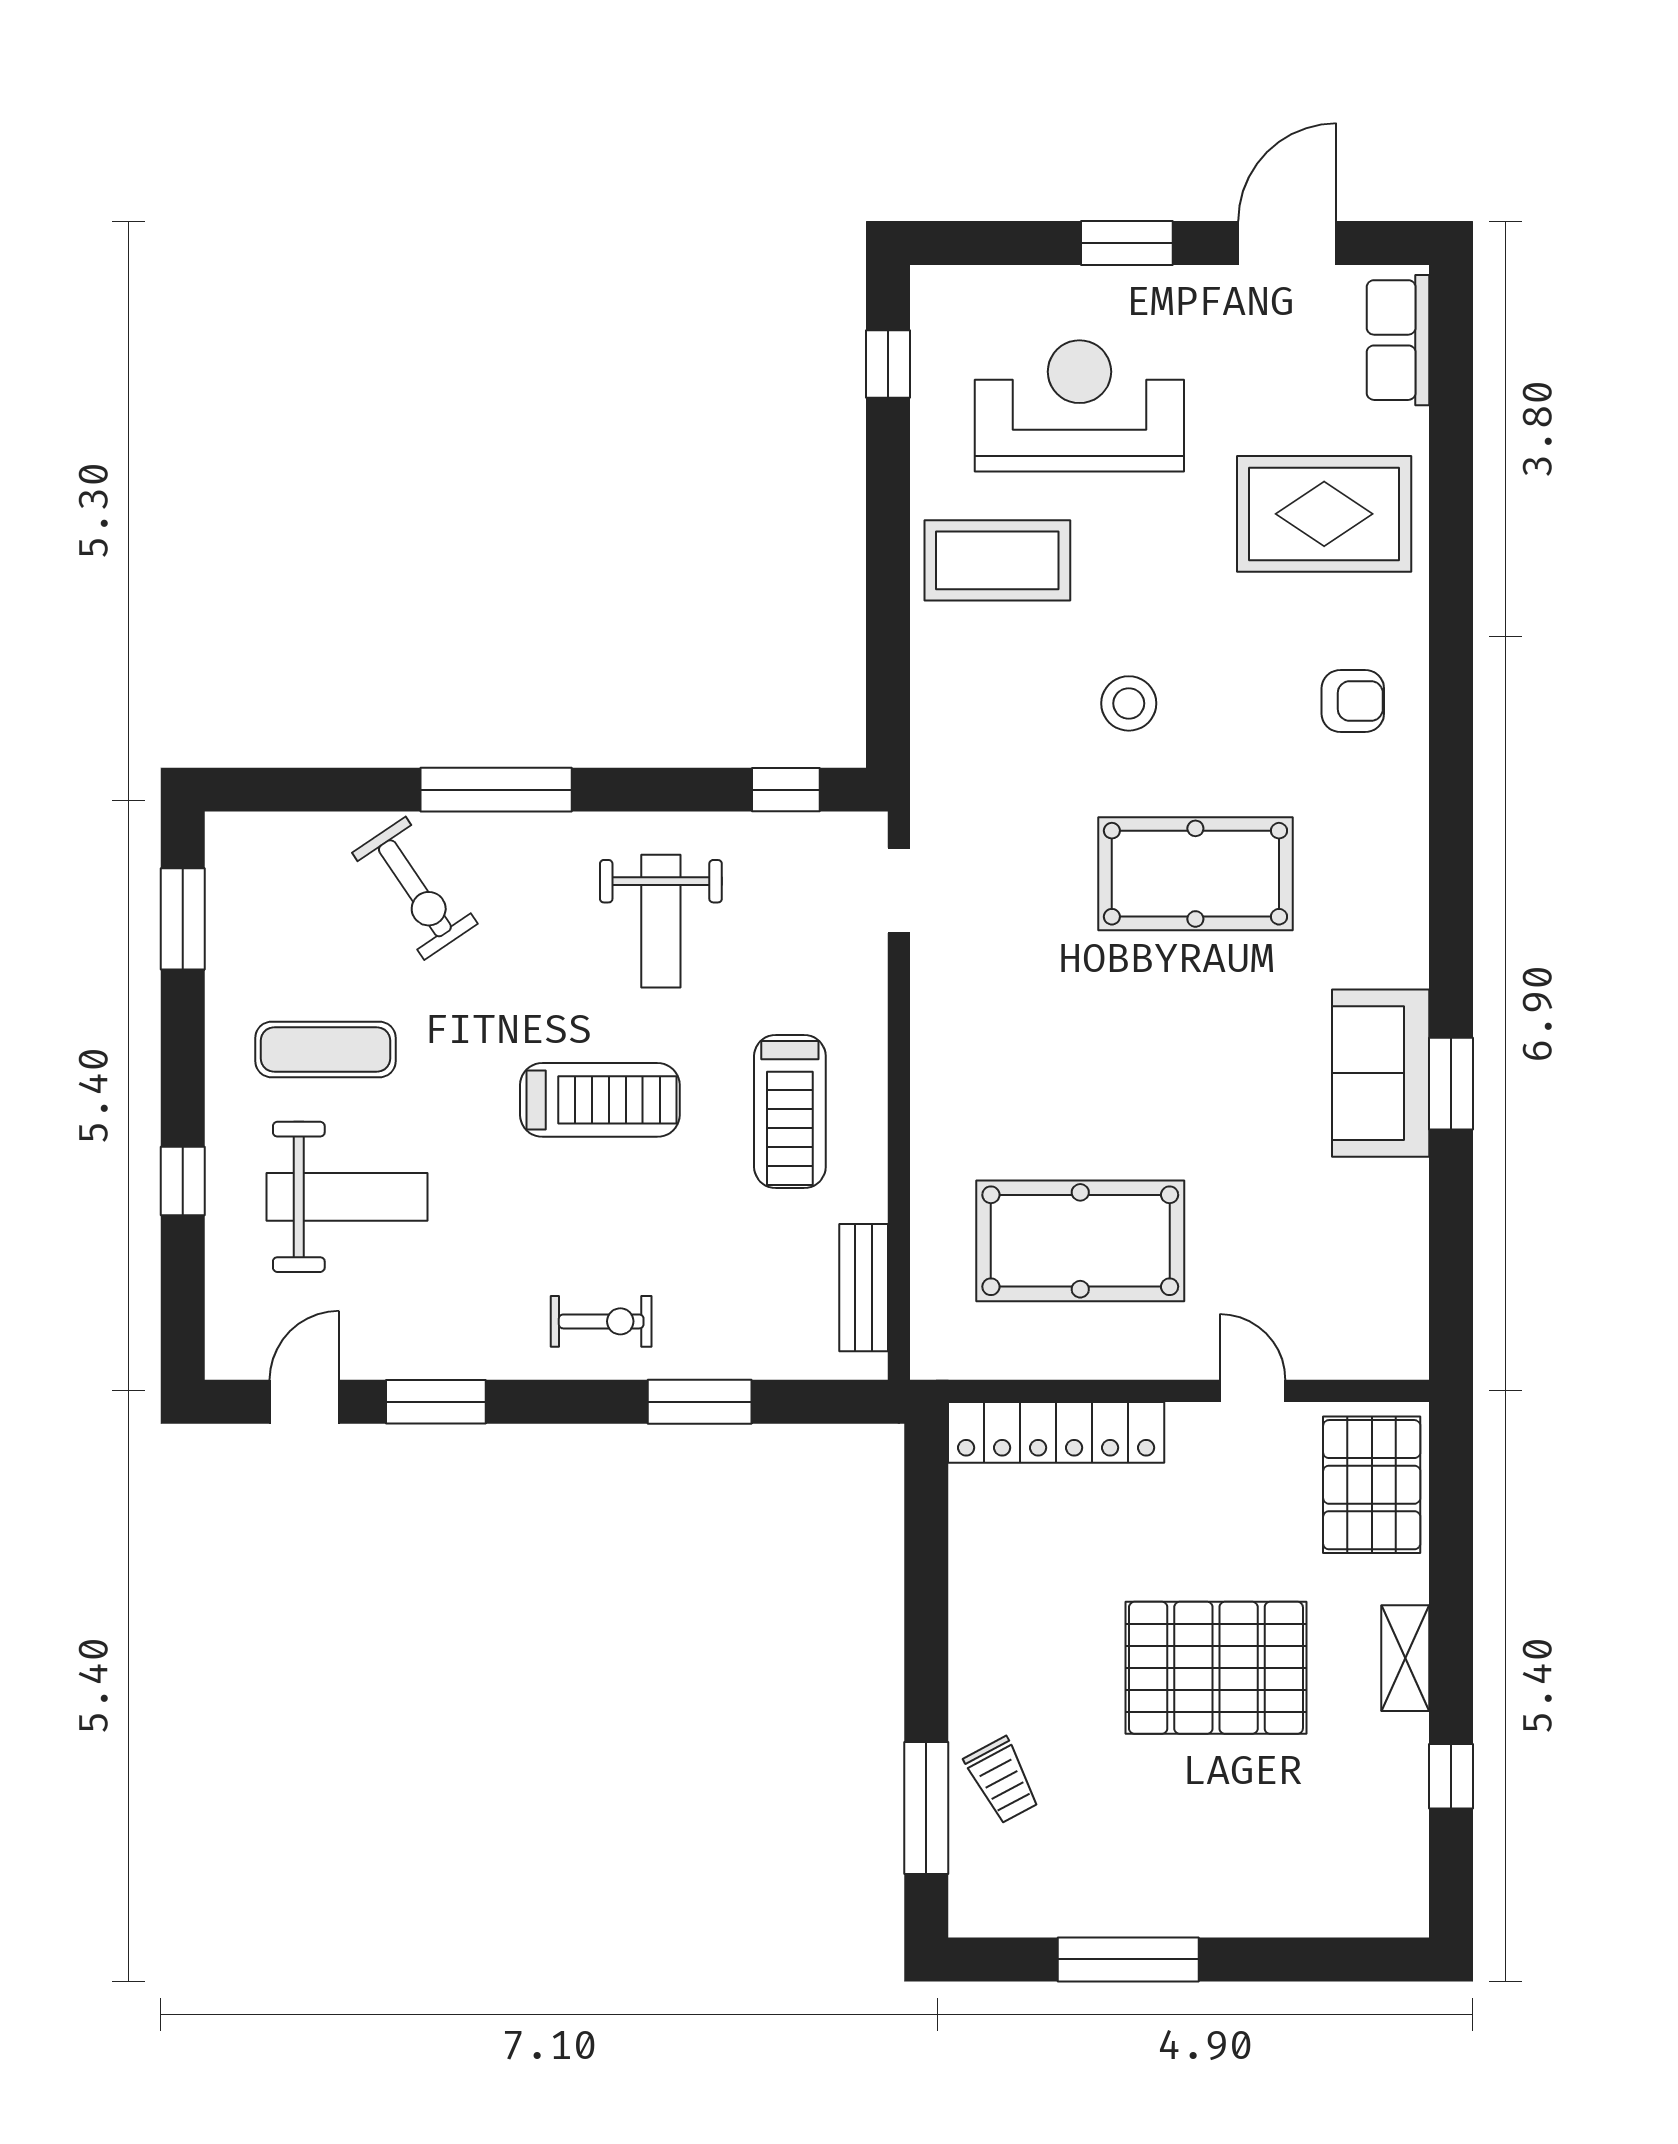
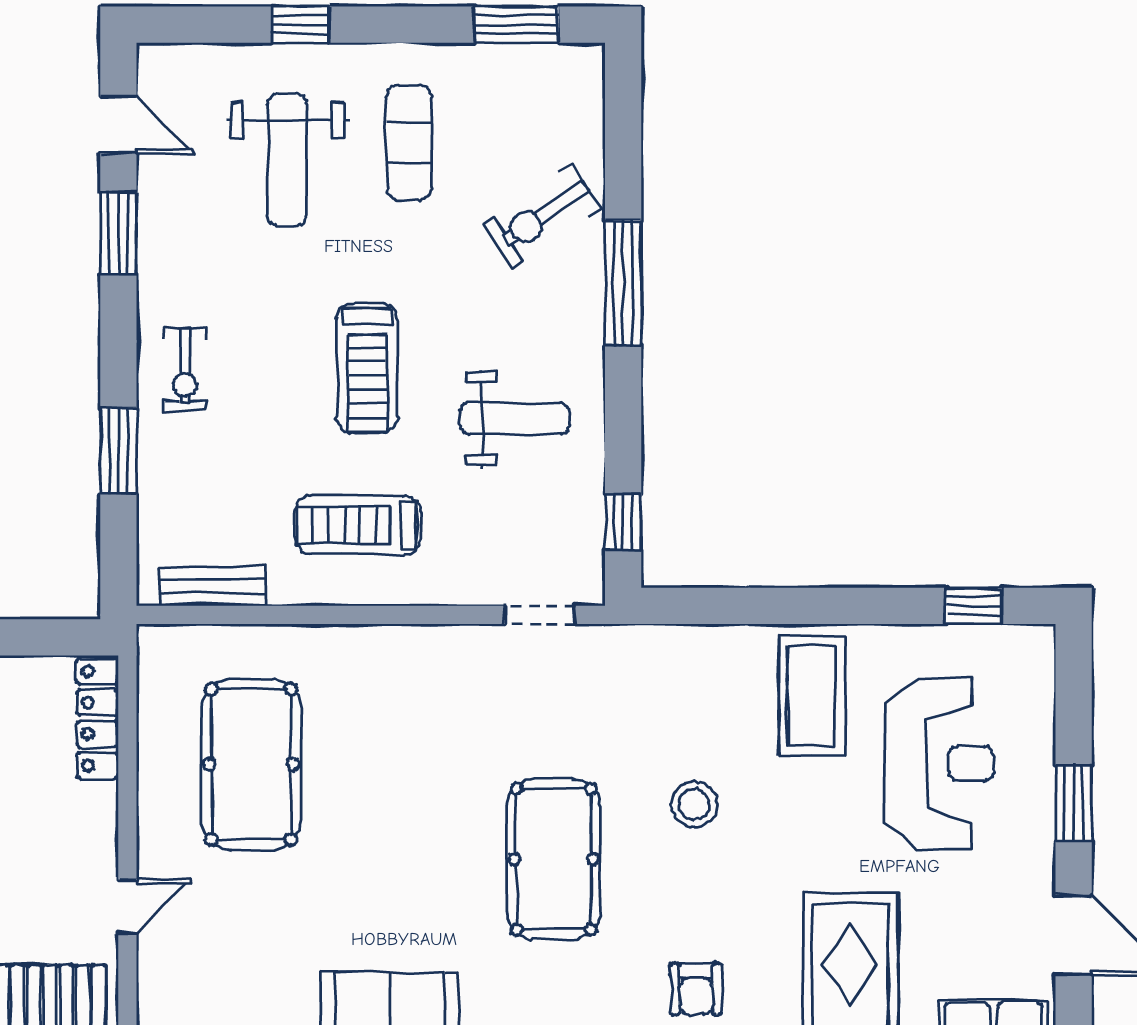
weight bench: (661, 921) -> (515, 419), turned 180
locker: (1056, 1432) -> (98, 718), width x0.71, depth x0.83

